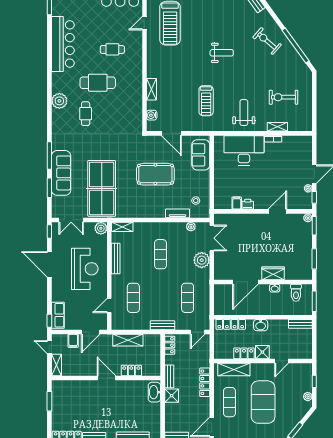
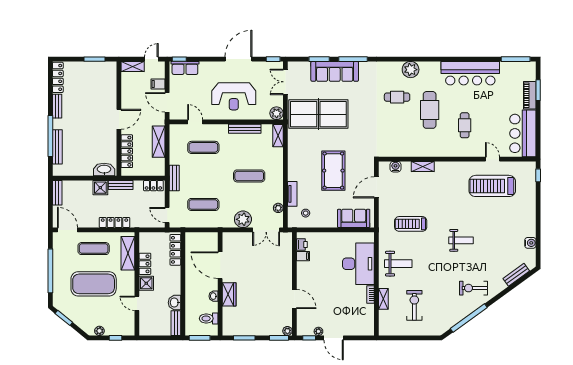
exercise bike: (267, 41) -> (474, 288), turned -131
weight bench: (222, 53) -> (461, 240), turned -90
printer: (248, 204) -> (302, 244), moved
washbasin: (261, 325) -> (175, 303), moved
locker: (131, 371) -> (127, 151), width x1.53

